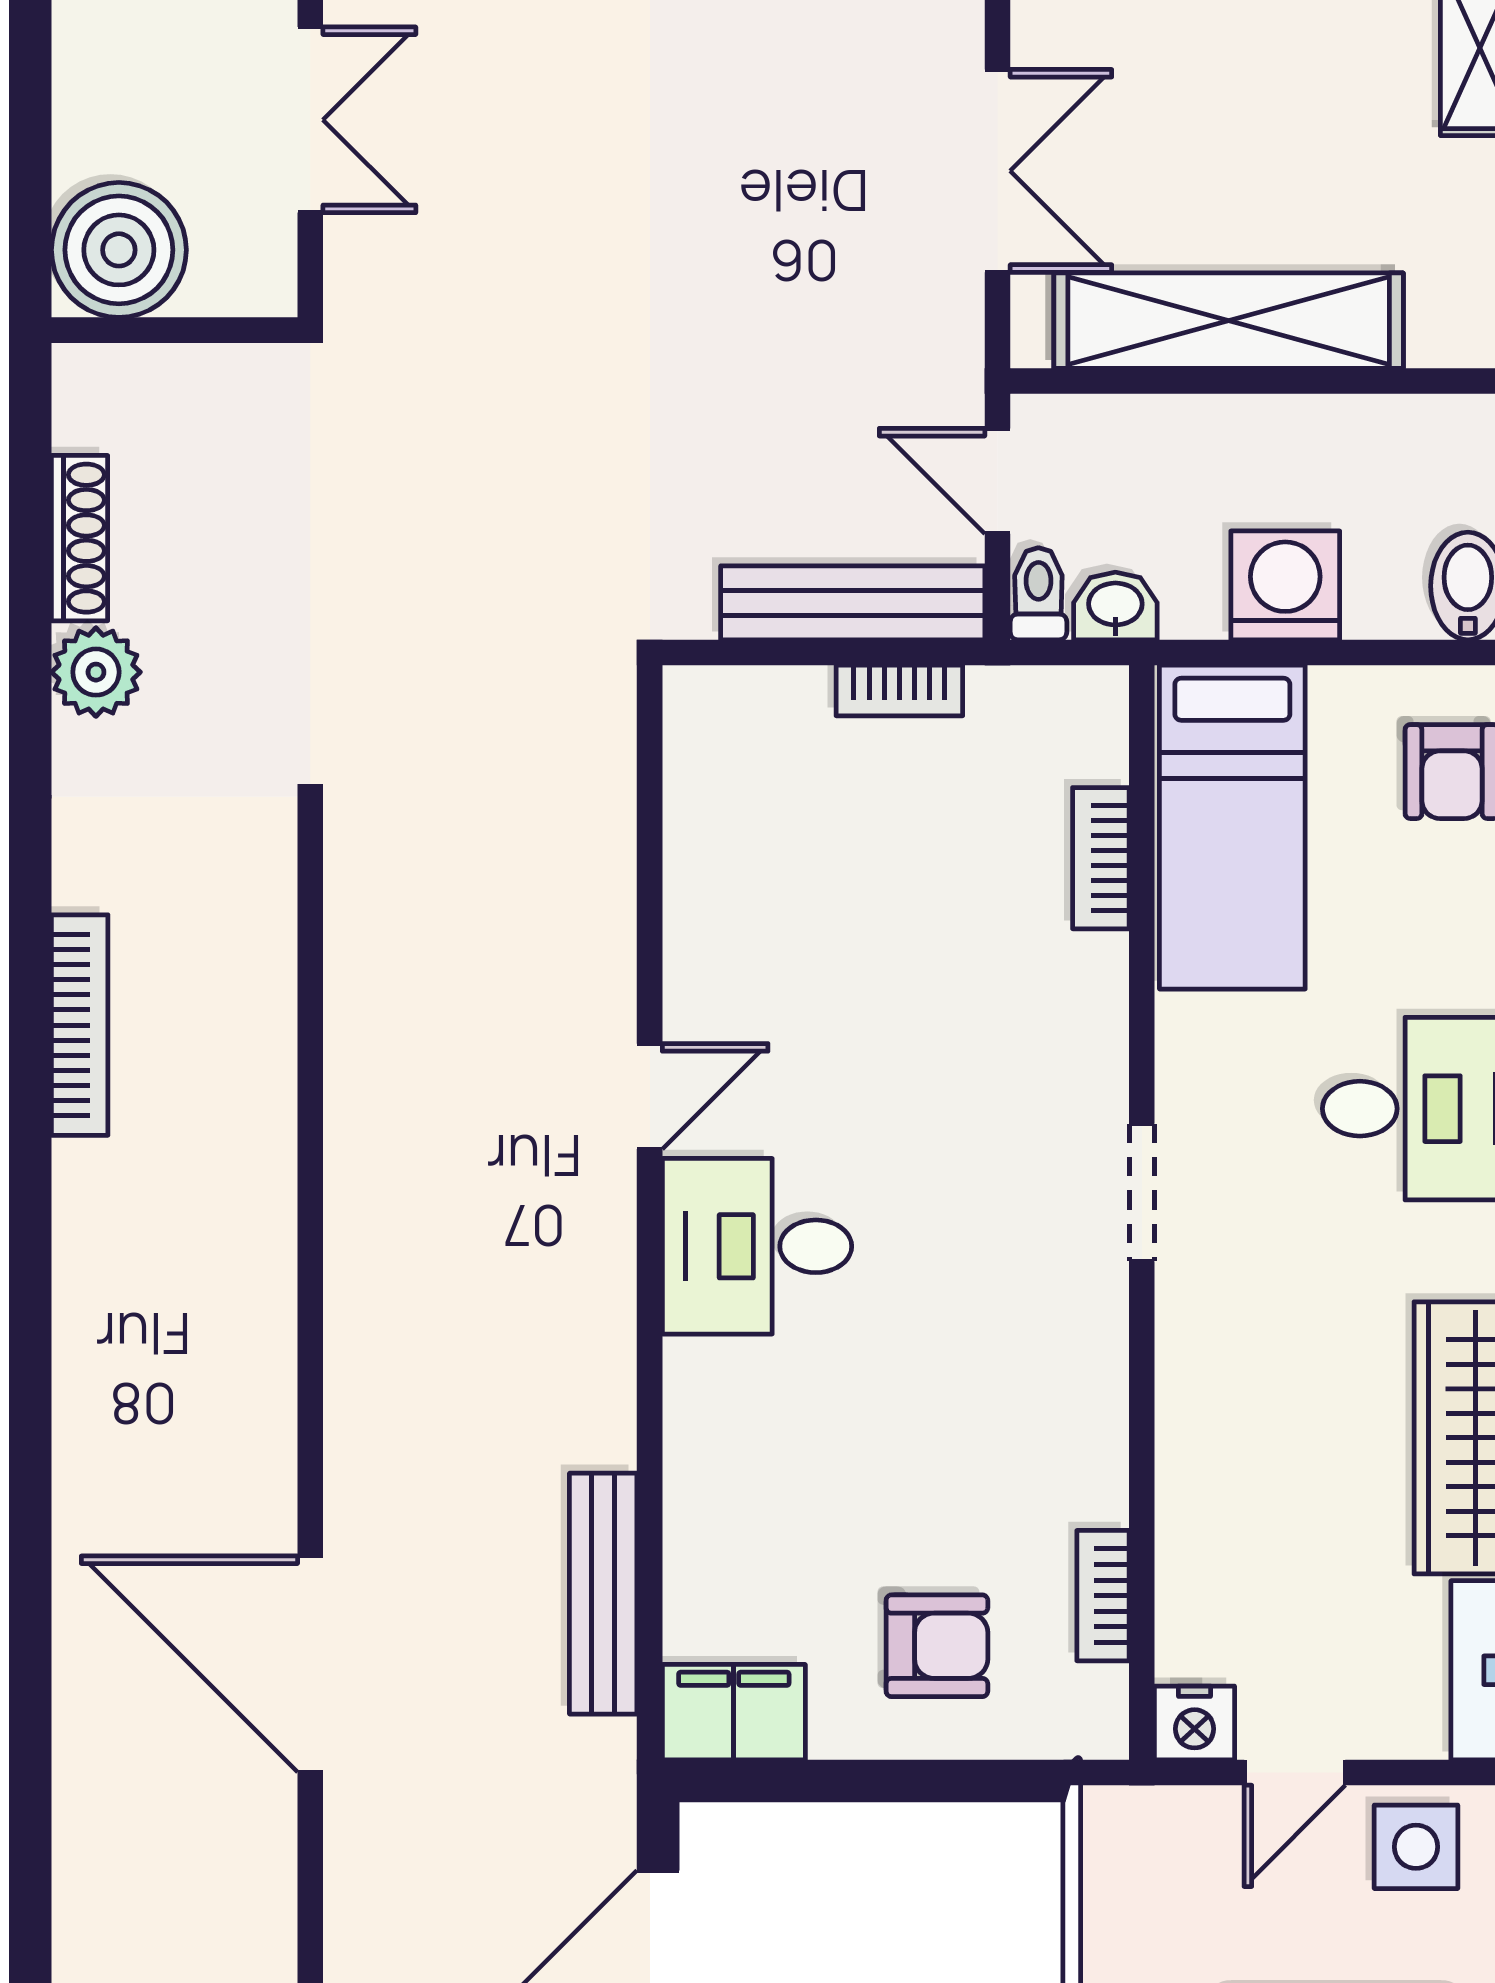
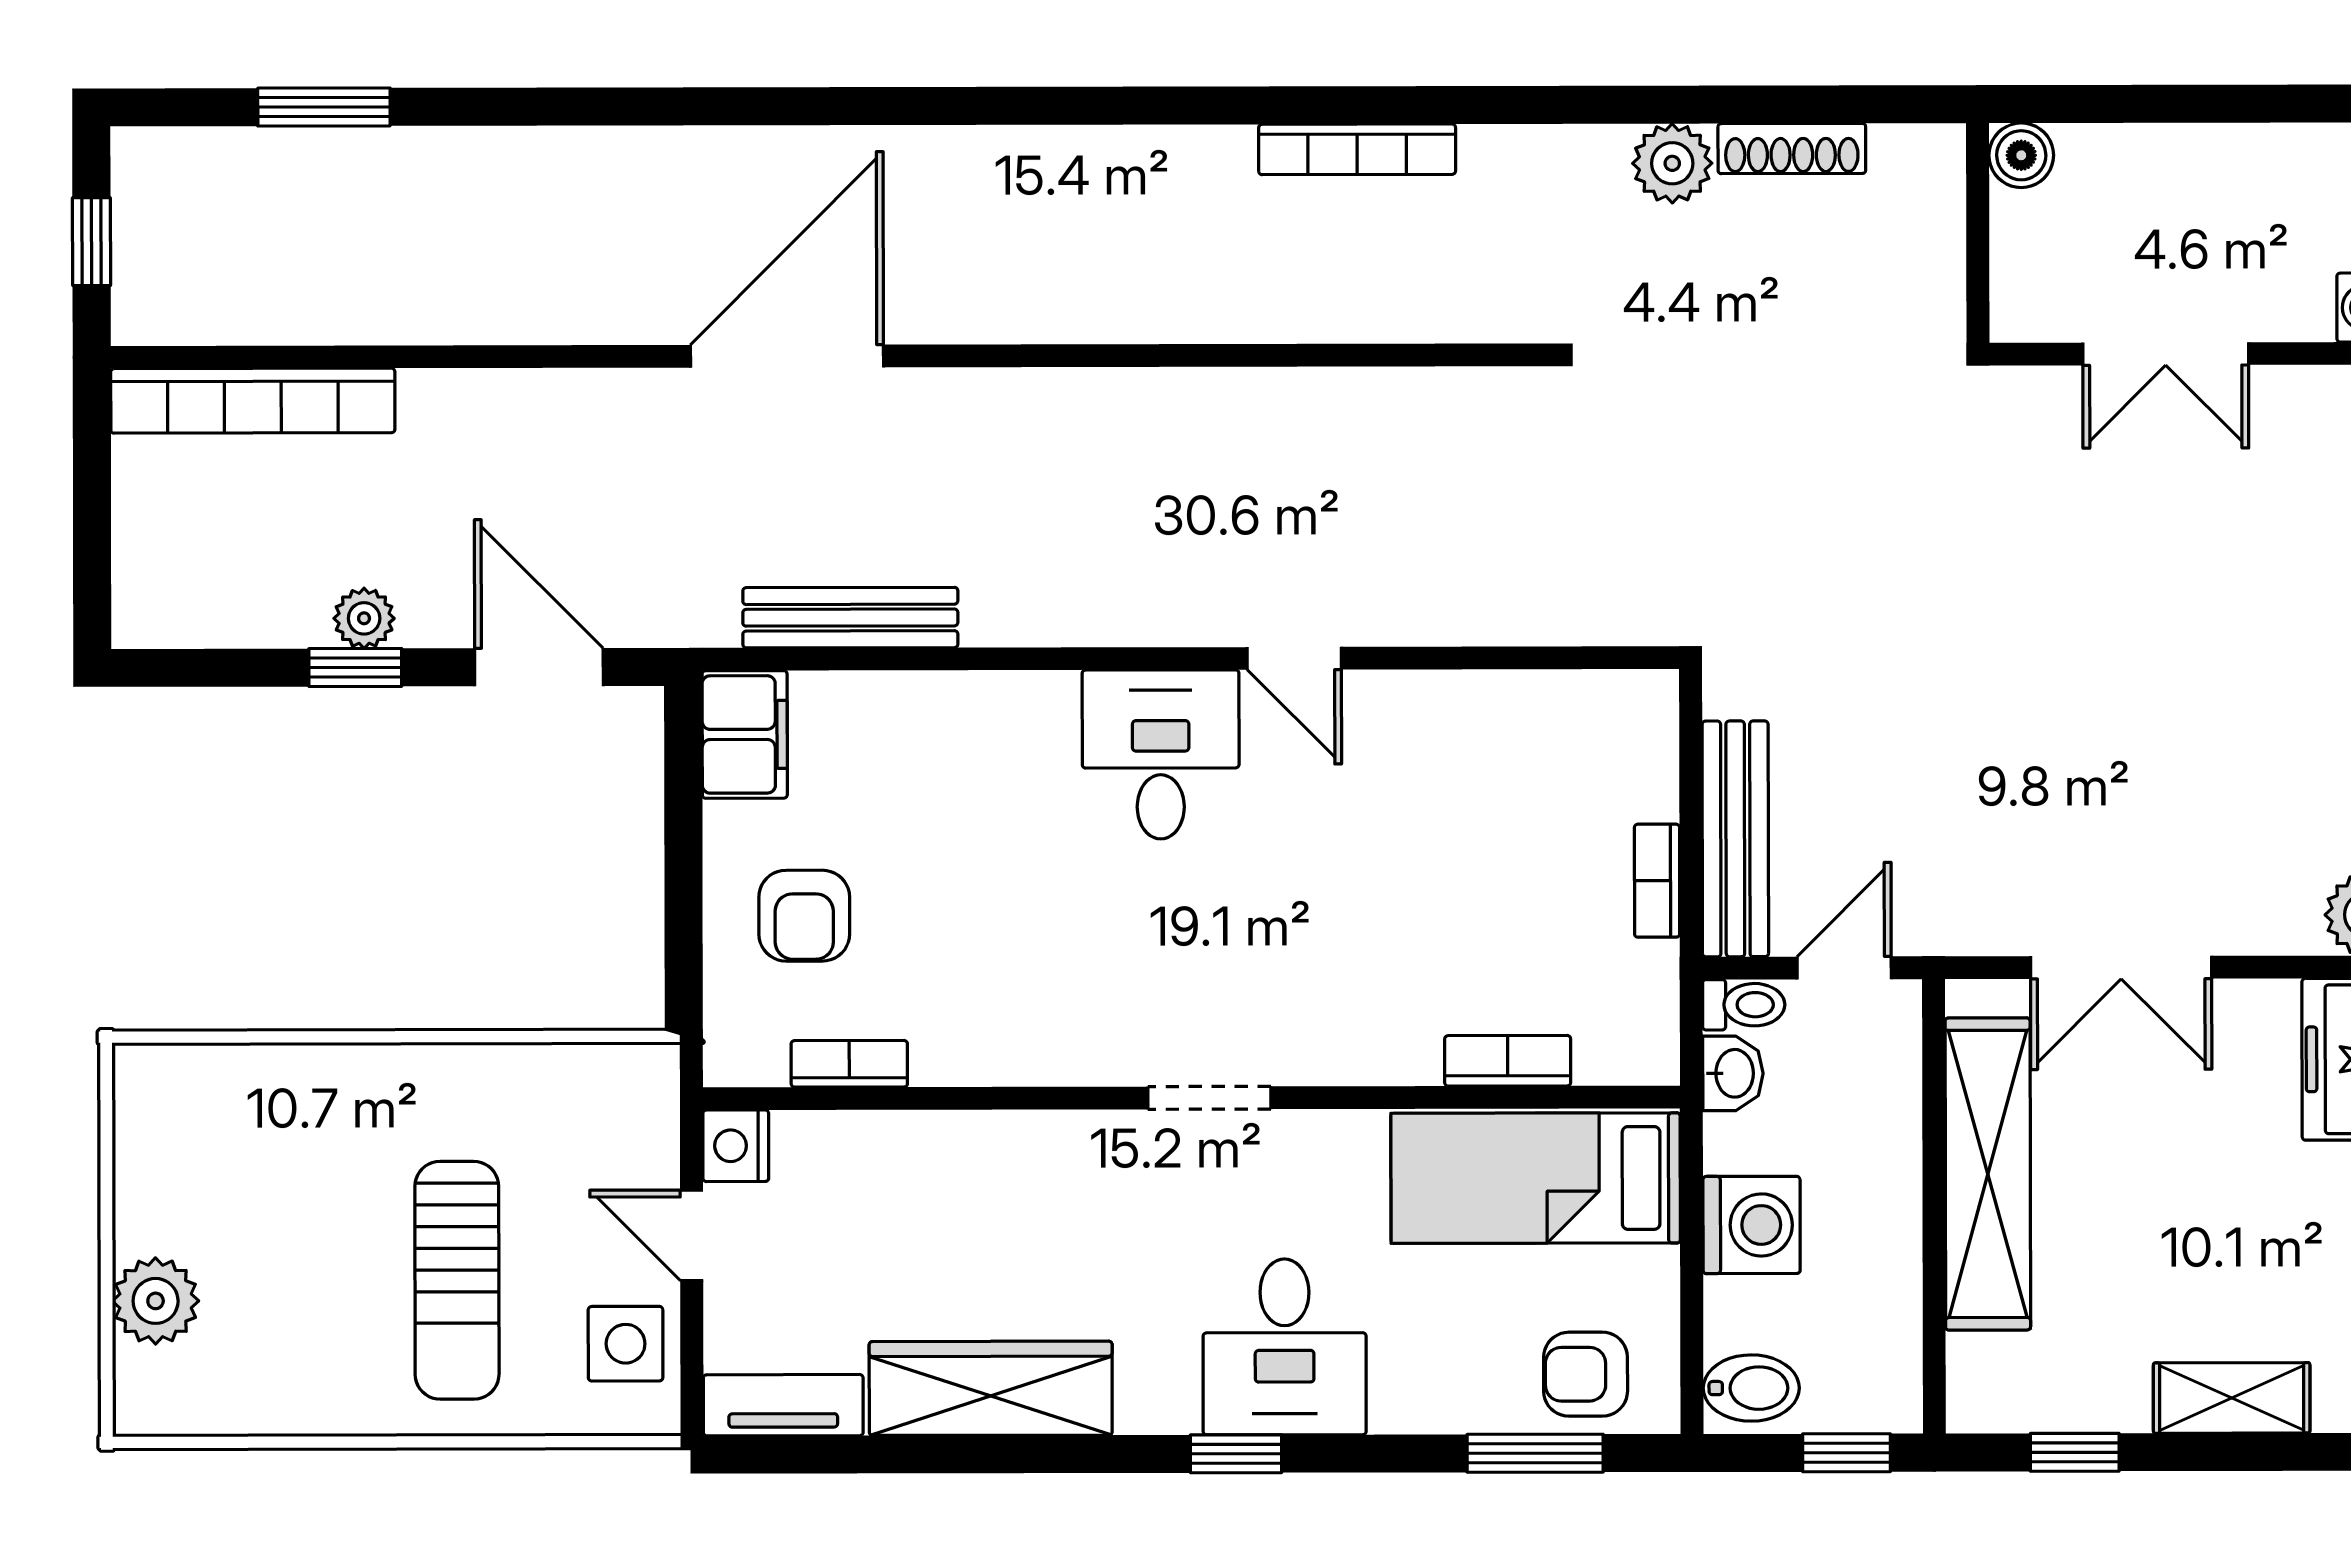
boiler: (119, 250) -> (2021, 155), width x0.54, depth x0.54

